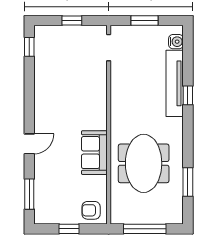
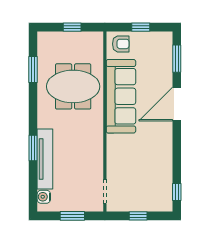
window: (188, 95) -> (33, 148), width x1.50
door: (29, 144) -> (177, 104), width x1.87
sofa: (94, 153) -> (121, 96), width x1.85, depth x1.27
meeting table: (144, 163) -> (73, 86), turned 90
window: (145, 229) -> (72, 27), width x0.46

